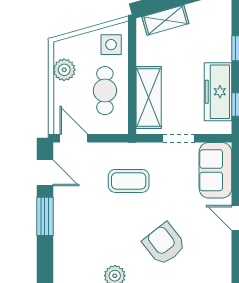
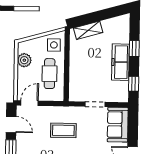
freezer: (218, 92) -> (120, 62), moved
shelving: (149, 98) -> (77, 78), removed
door: (74, 138) -> (30, 103), hinge flipped

